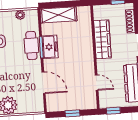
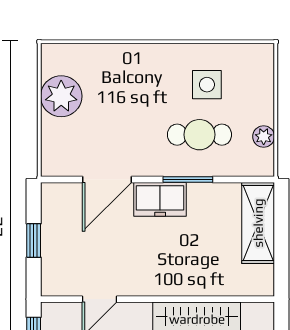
cafe table: (31, 46) -> (199, 135), moved
freezer: (50, 47) -> (160, 199), moved

